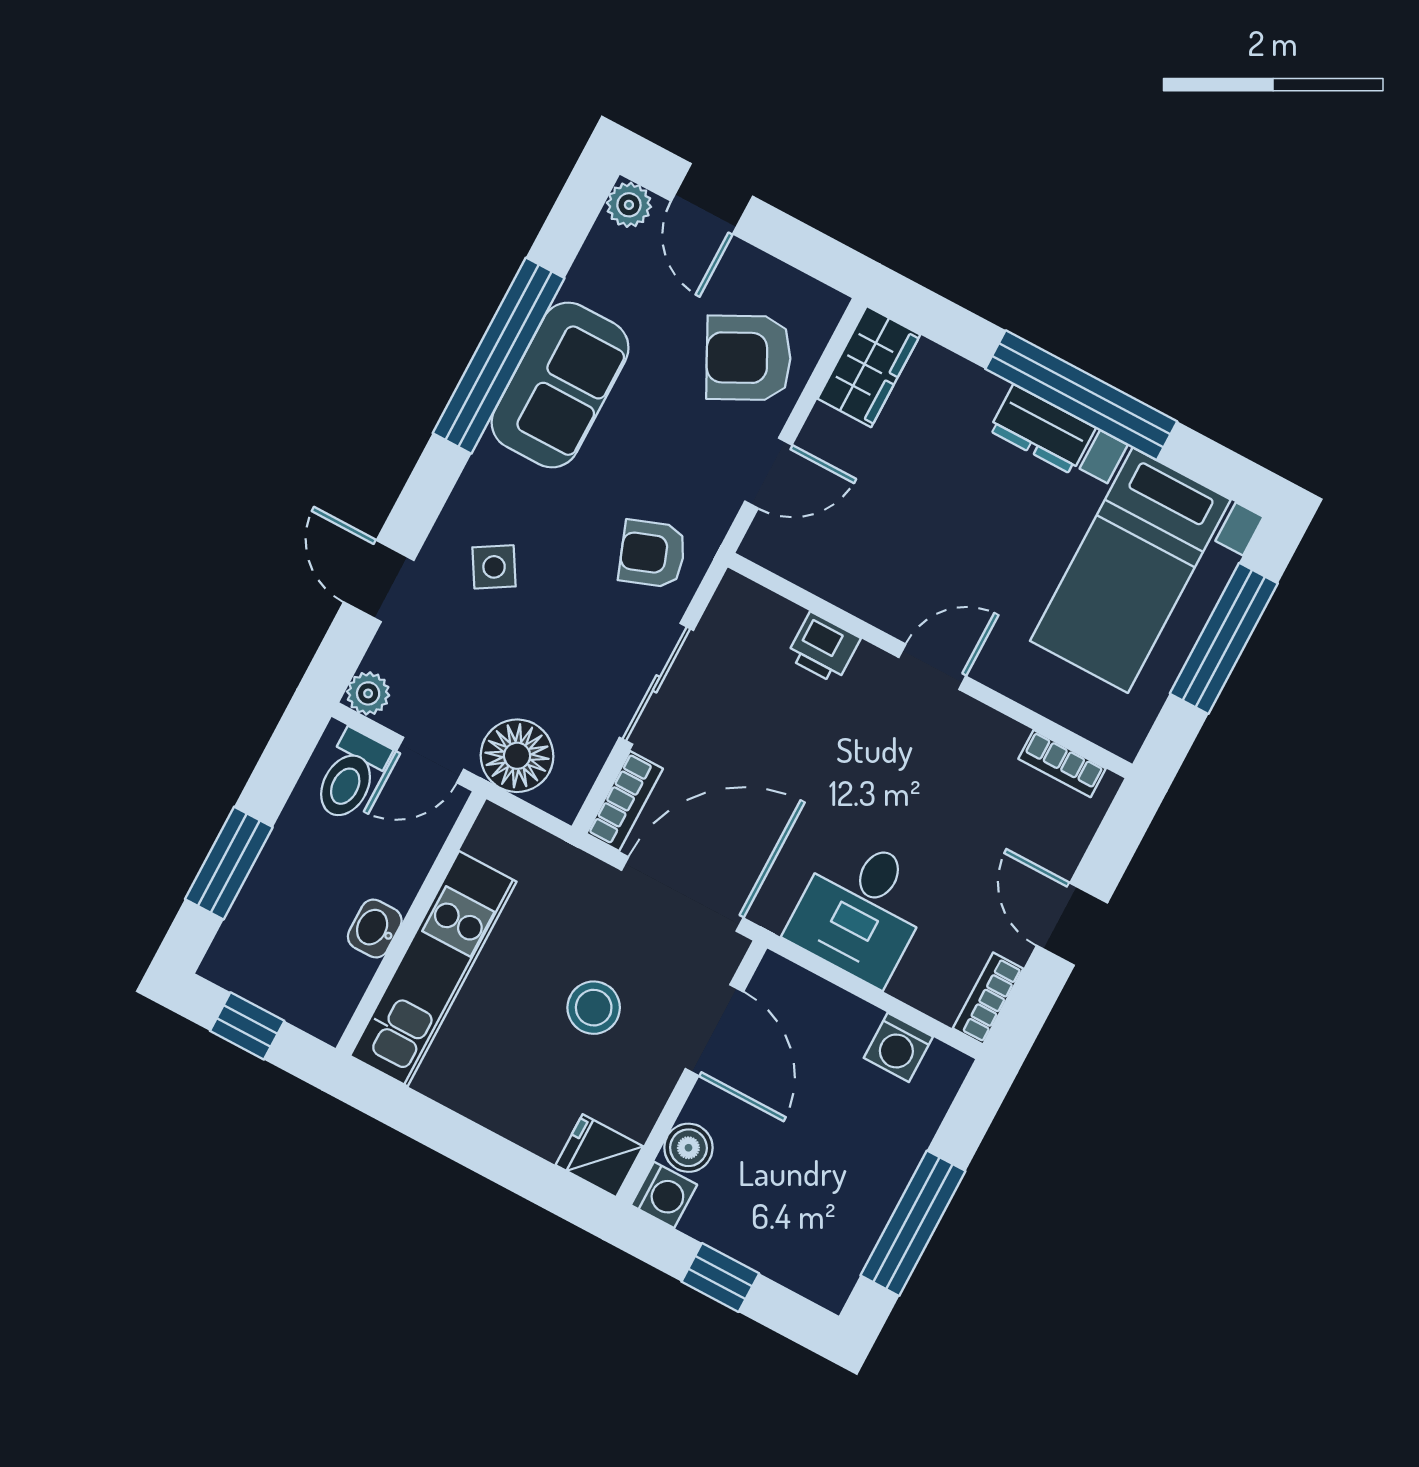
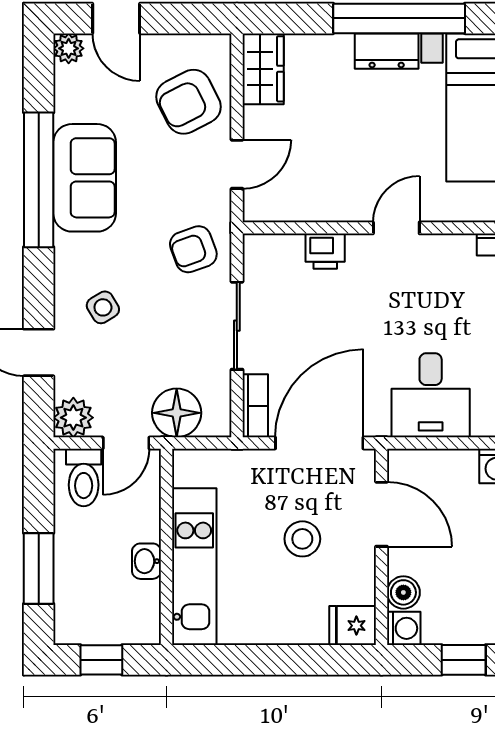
plant: (368, 693) -> (73, 418), width x1.38, depth x1.38

